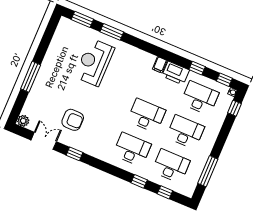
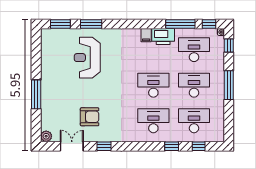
window: (197, 68) -> (180, 24), width x2.17
window: (208, 171) -> (229, 85), moved

